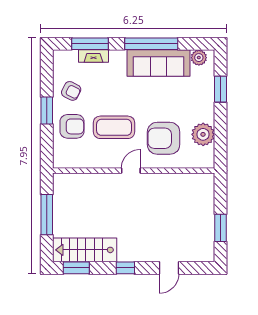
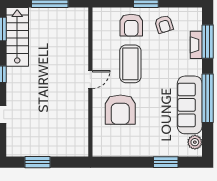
armchair: (71, 91) -> (164, 24), turned -44
plant: (203, 134) -> (124, 146), removed
armchair: (164, 138) -> (120, 110), turned 180
door: (131, 171) -> (90, 79), hinge flipped

